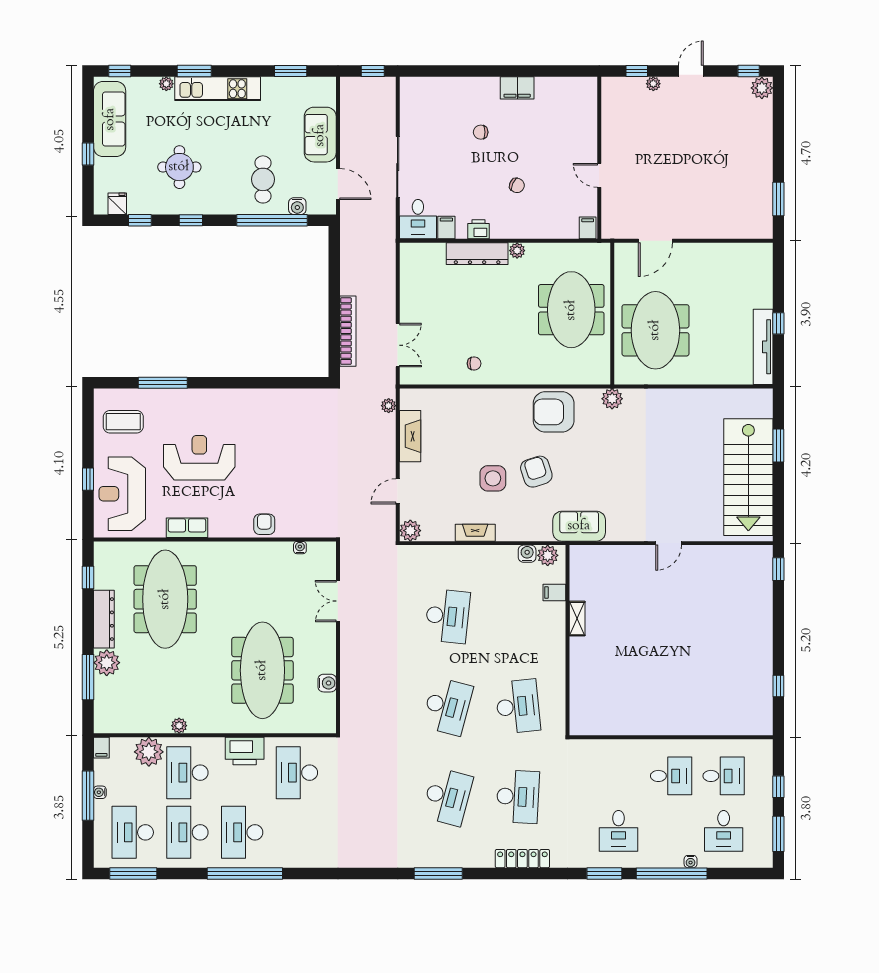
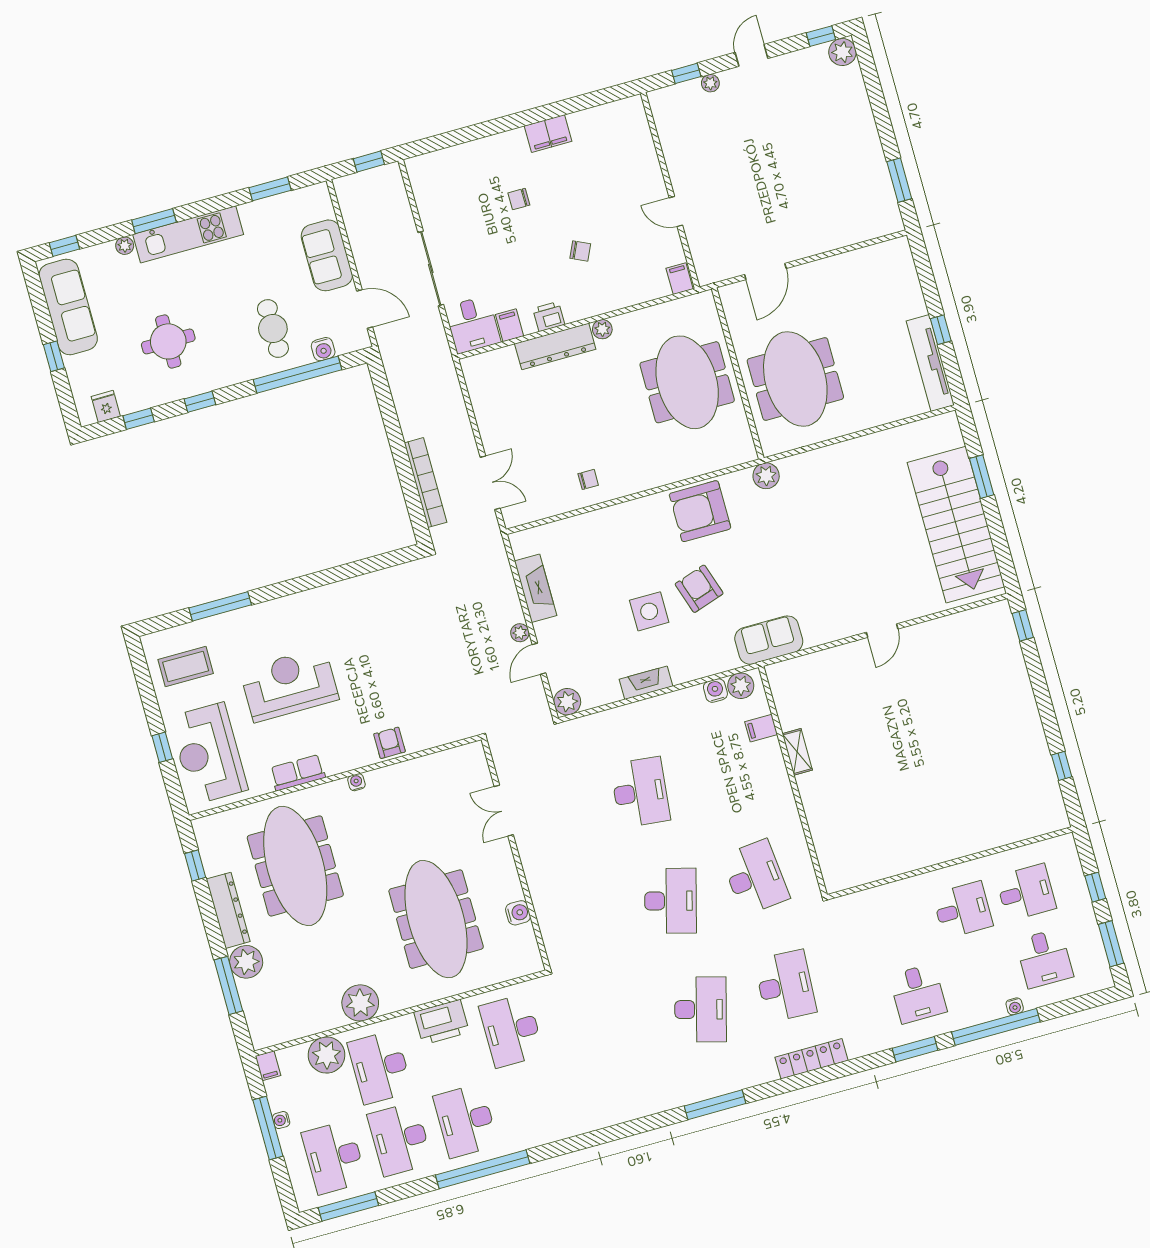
plant: (389, 406) -> (520, 633), moved
water cooler: (300, 548) -> (356, 782), moved
plant: (179, 726) -> (360, 1003), width x1.87, depth x1.87

